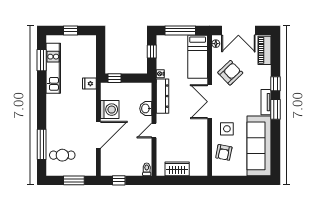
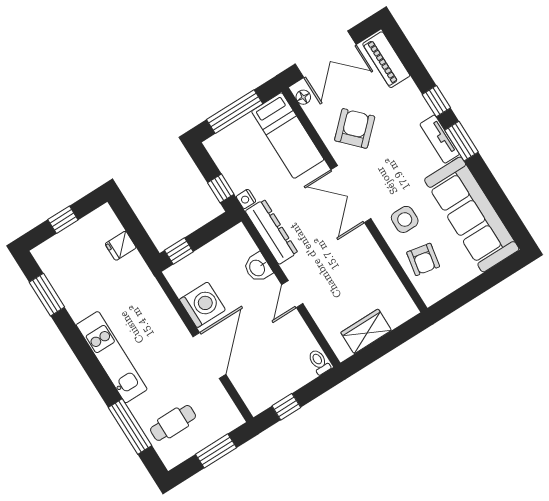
window: (152, 52) -> (221, 188), moved
kitchen unit: (53, 68) -> (112, 357), moved
fridge: (89, 84) -> (121, 246), moved

